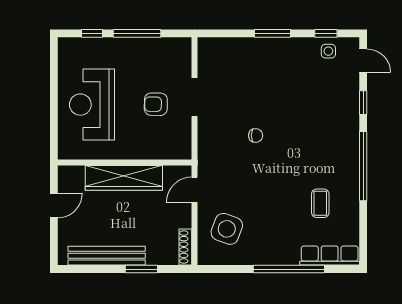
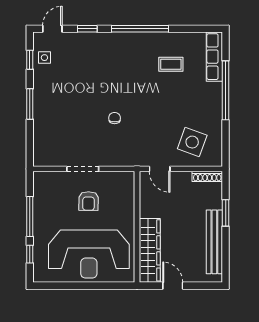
reception desk: (92, 105) -> (89, 254), width x1.36, depth x1.30
wardrobe: (124, 178) -> (150, 250), moved

